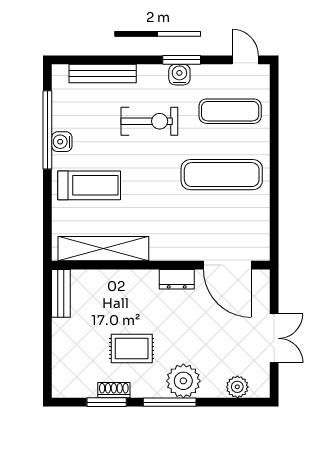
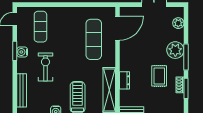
exercise mat: (222, 175) -> (94, 39), moved
dresser: (177, 279) -> (125, 80), moved

